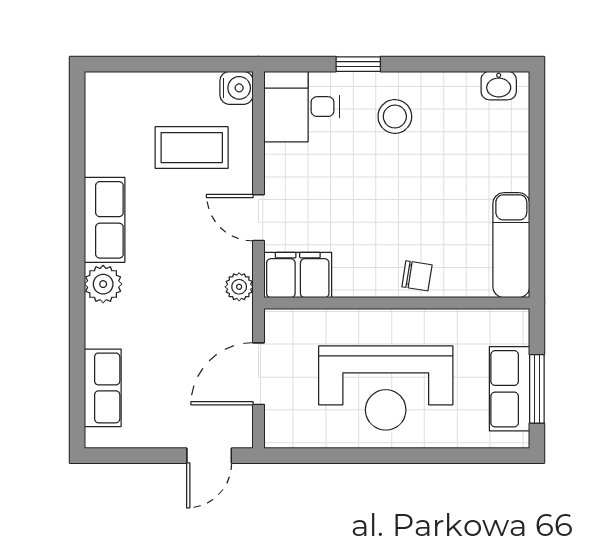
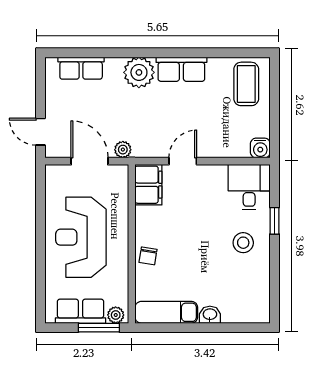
washbasin: (499, 86) -> (210, 315), moved, turned 90
coffee table: (192, 148) -> (246, 84), moved
plant: (103, 284) -> (139, 72), width x1.36, depth x1.36
plant: (239, 287) -> (123, 150), moved
plant: (516, 330) -> (116, 315), added
window: (537, 389) -> (99, 328), moved

